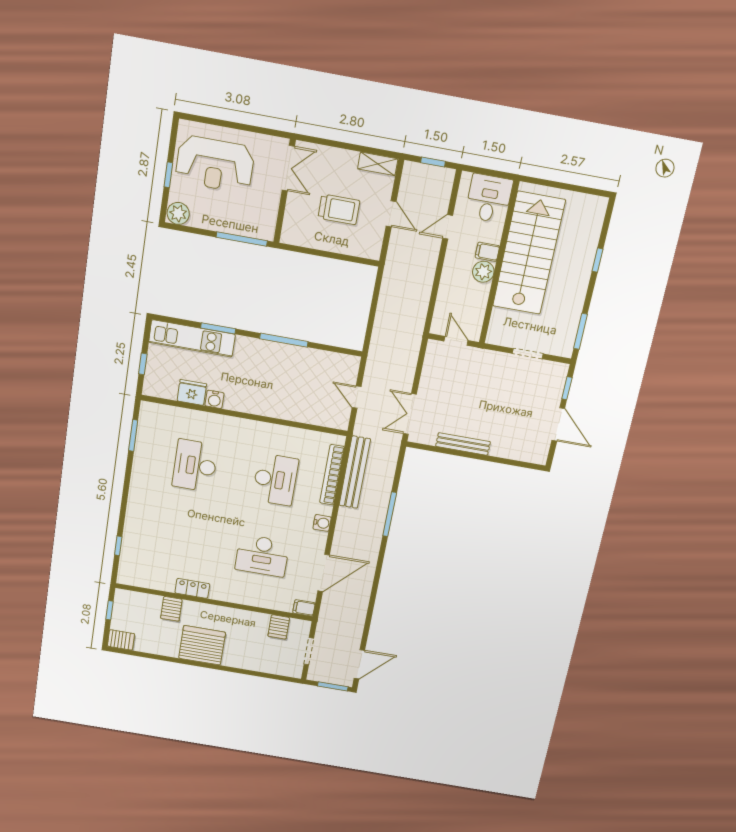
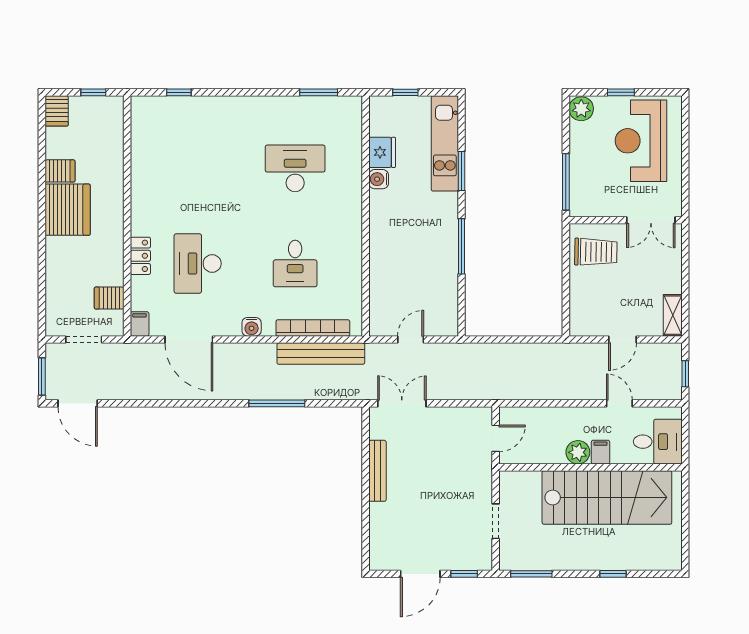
trolley: (339, 209) -> (596, 252), moved, turned -89
desk: (275, 480) -> (295, 263), width x0.73
locker: (192, 588) -> (140, 256), moved
server rack: (171, 609) -> (60, 171), moved, turned 180

